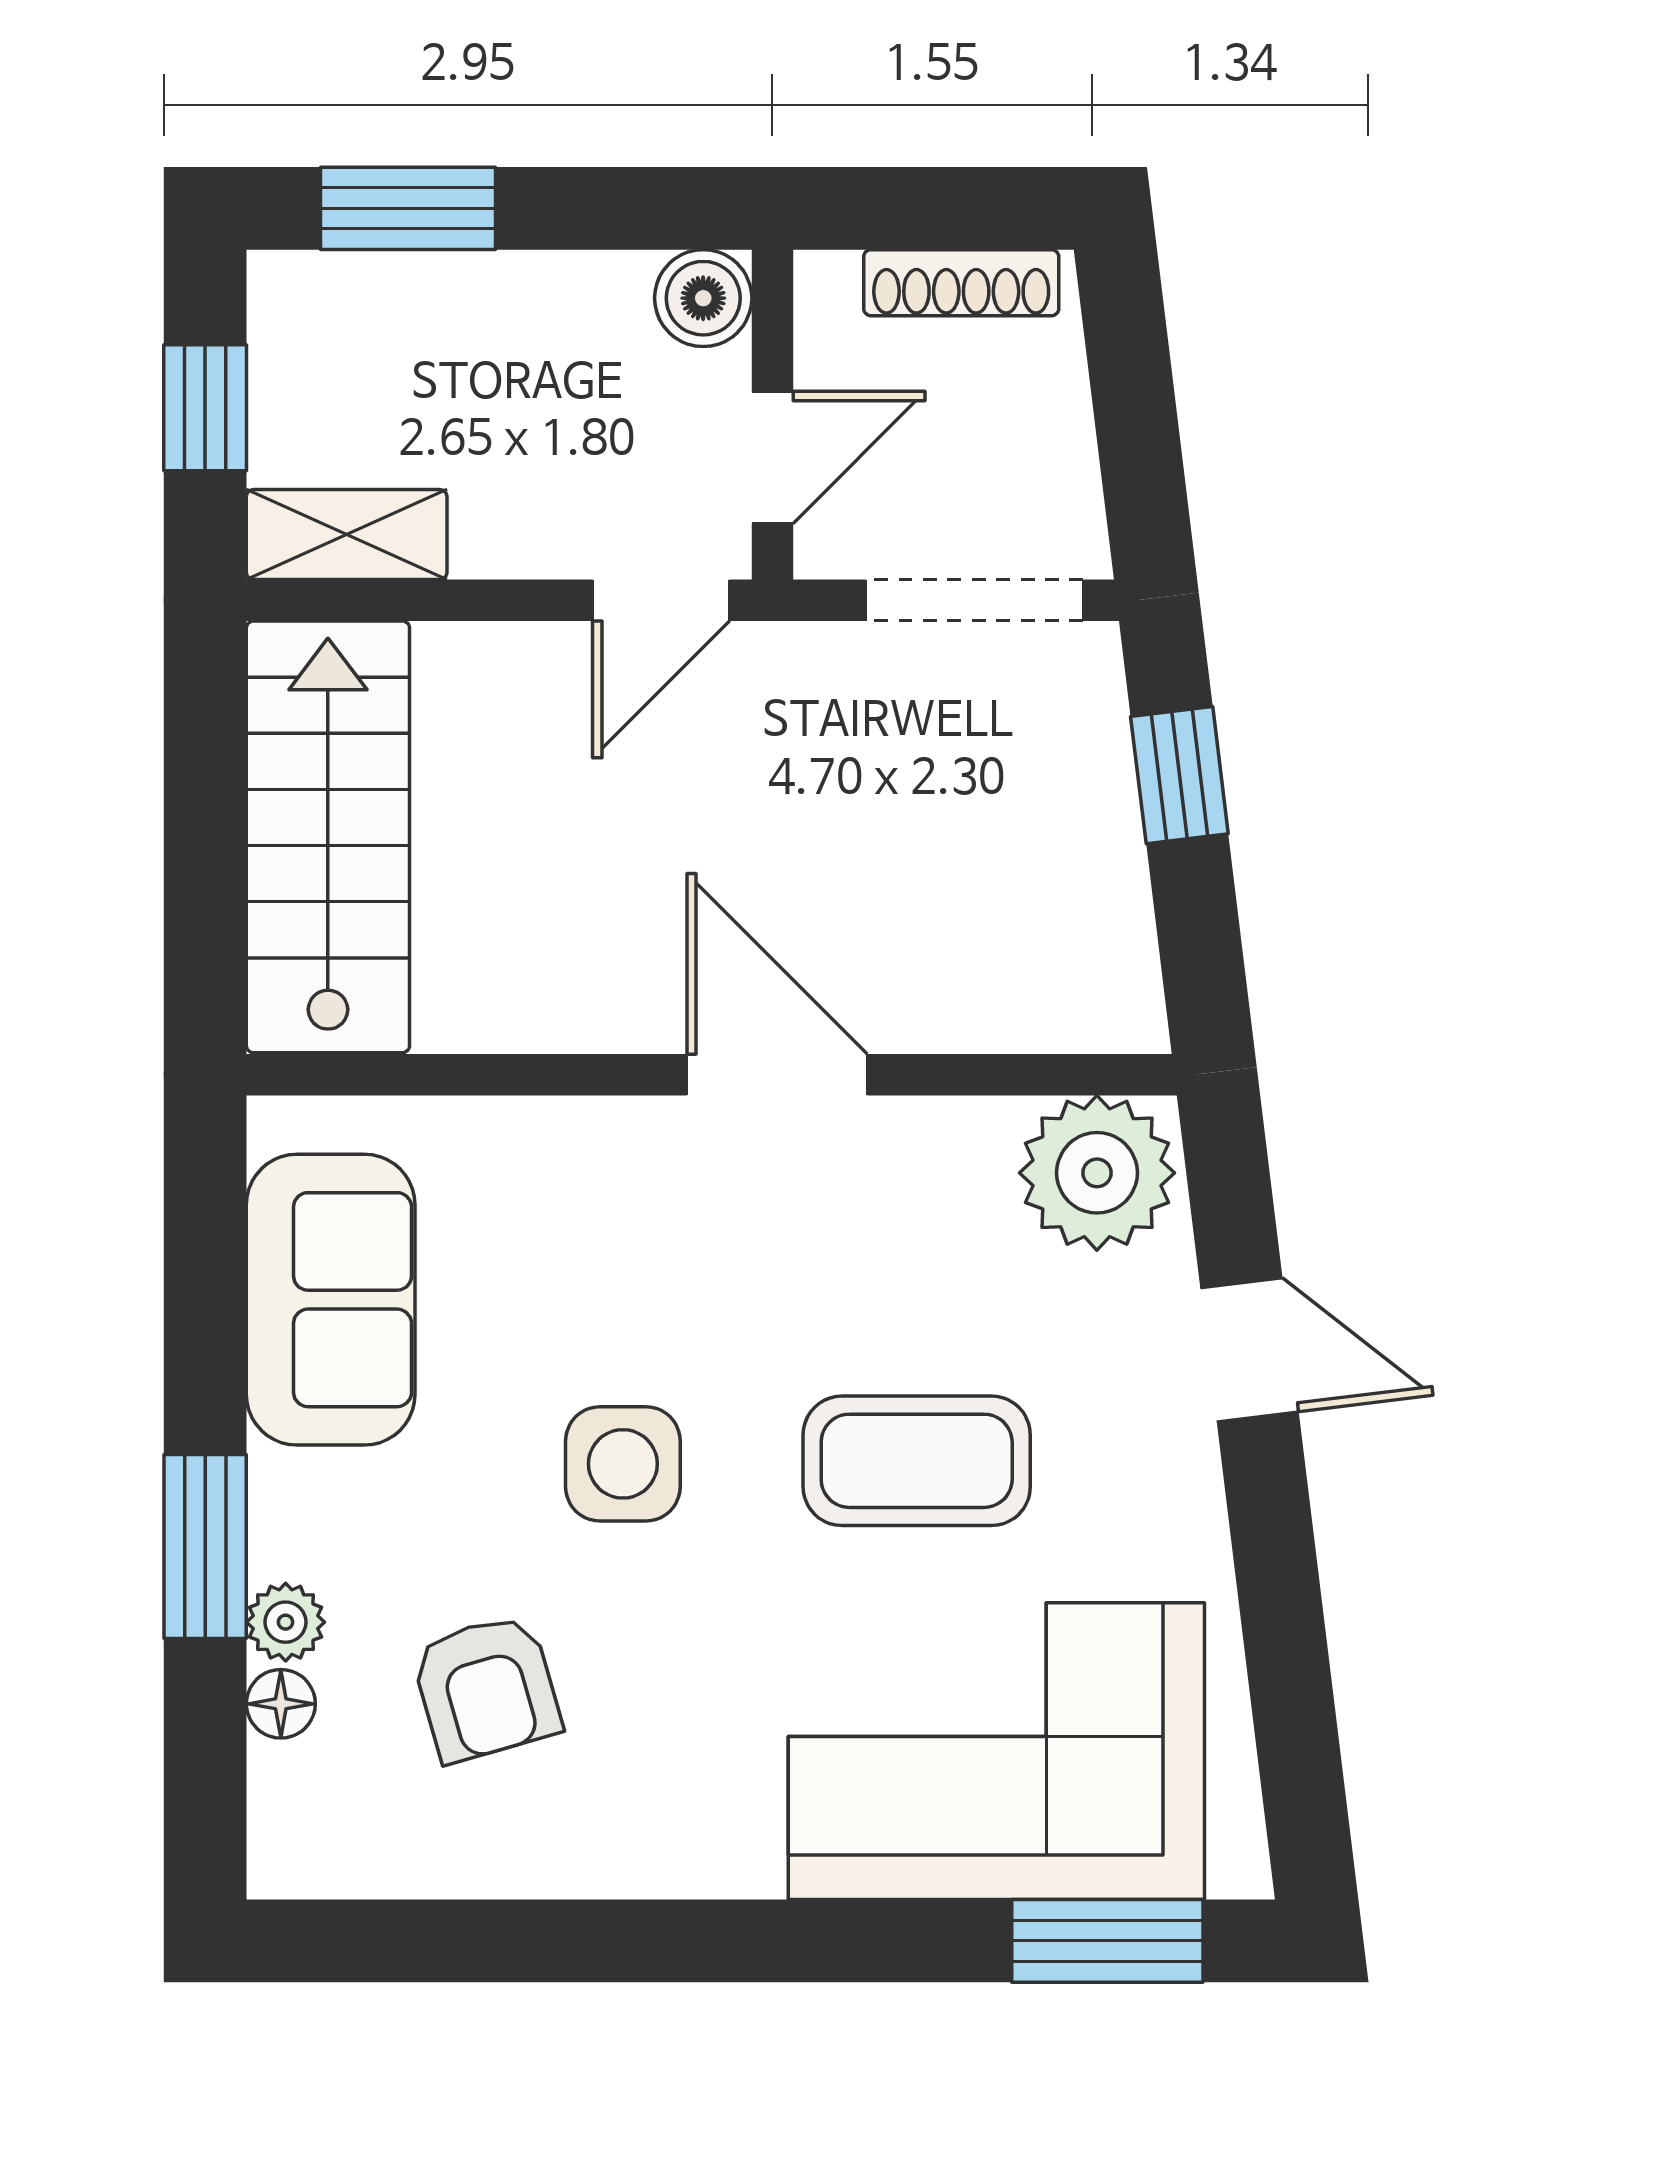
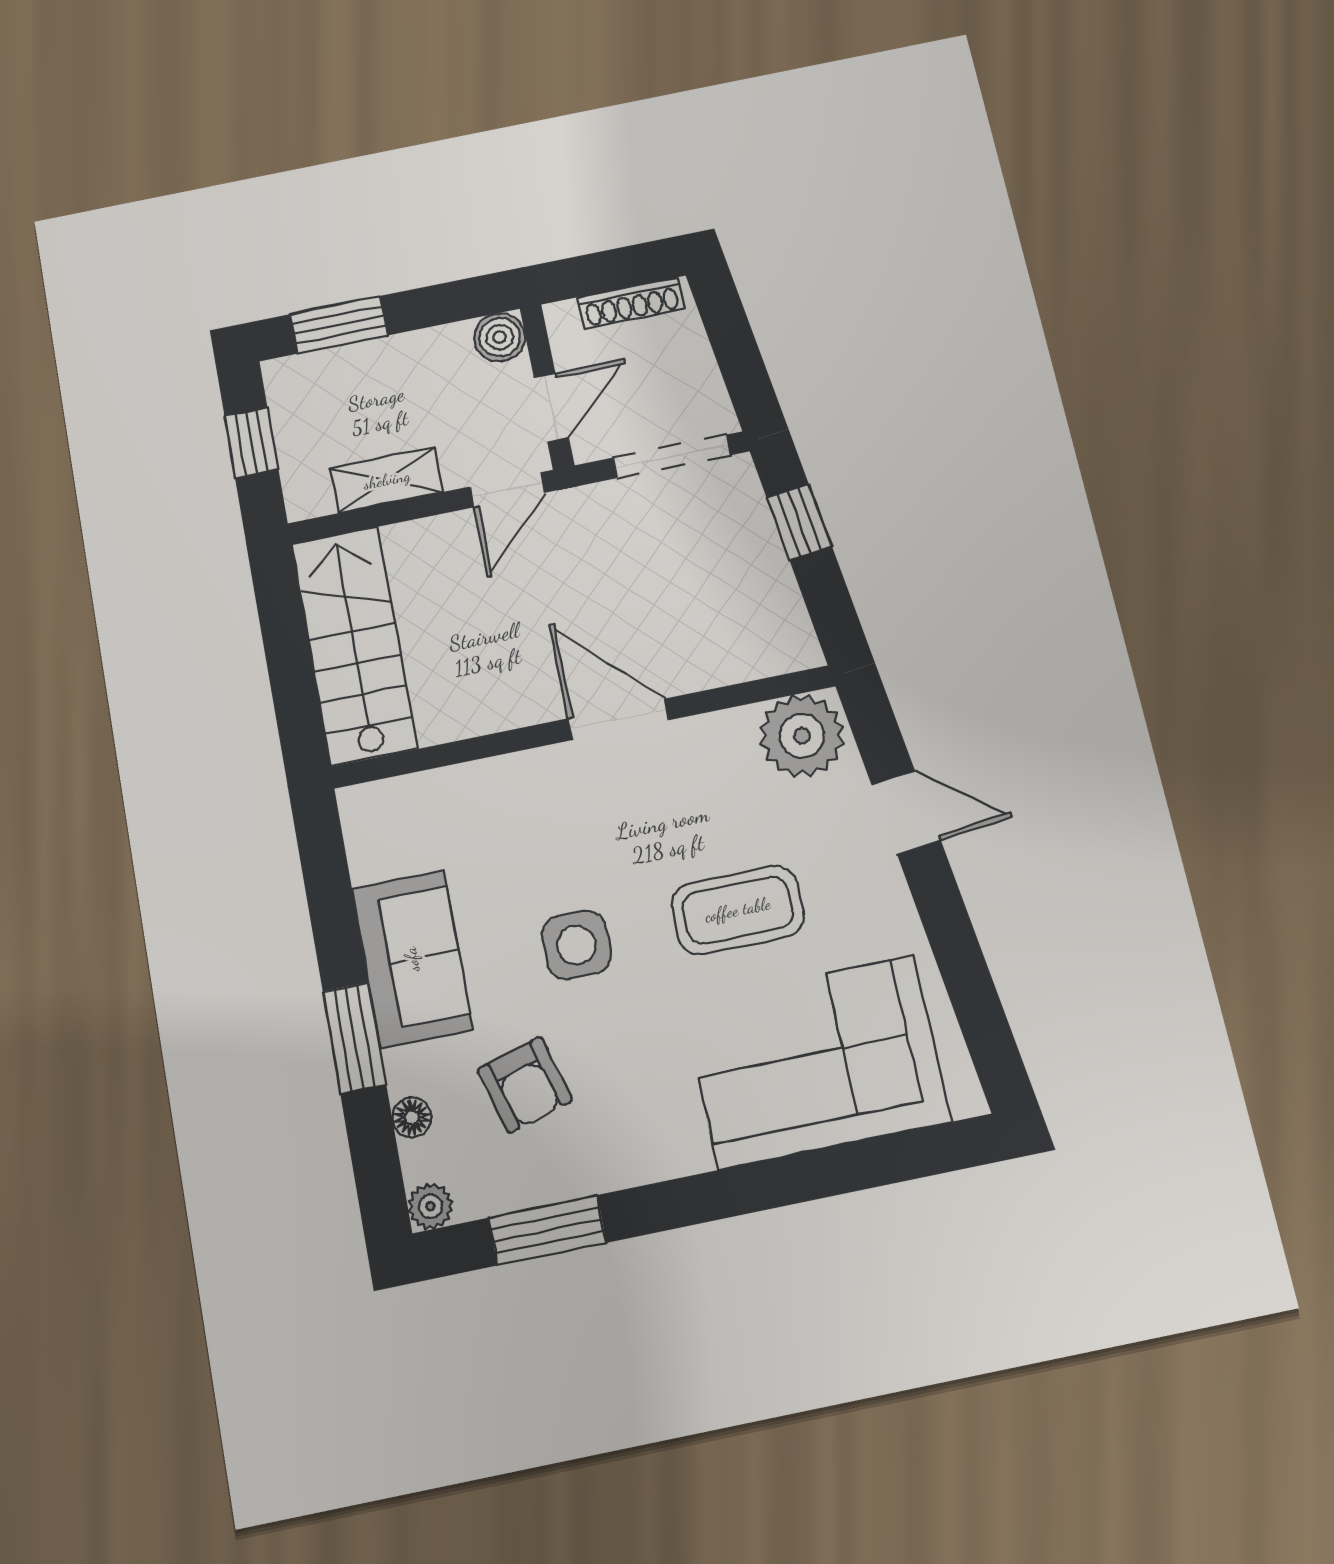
shelving: (347, 535) -> (387, 480), moved
sofa: (331, 1300) -> (412, 959), moved
plant: (286, 1622) -> (430, 1206), moved
window: (1107, 1941) -> (547, 1230), moved

